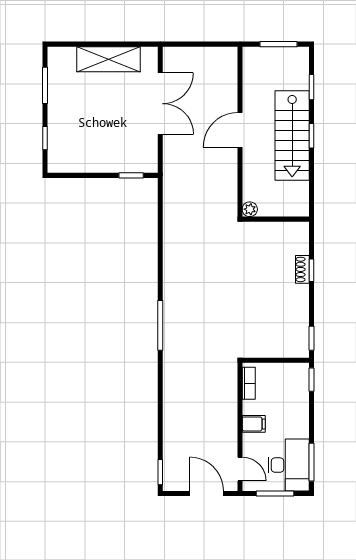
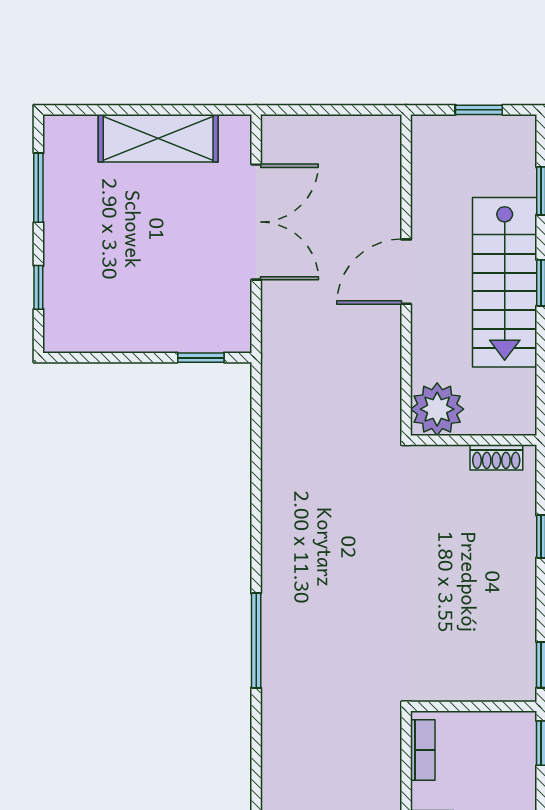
window: (278, 44) -> (479, 110), width x0.67
plant: (250, 209) -> (437, 409), width x1.88, depth x1.88
shoe rack: (302, 269) -> (496, 457), moved, turned -90

